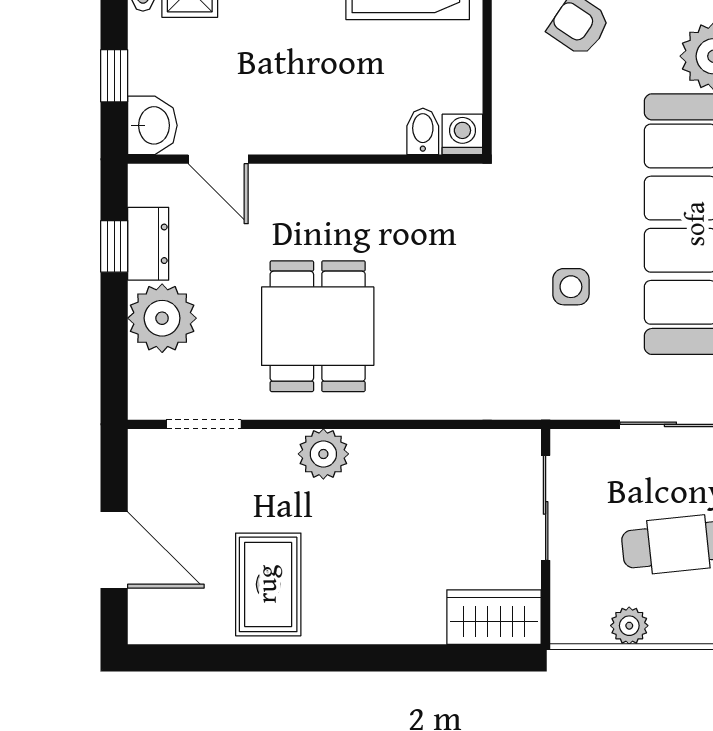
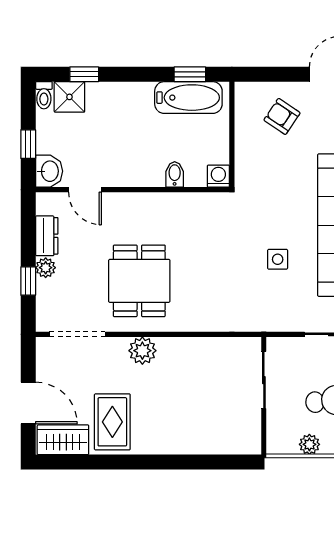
bidet: (423, 131) -> (175, 174), moved
window: (114, 246) -> (28, 281), moved
plant: (162, 318) -> (46, 268), width x0.53, depth x0.53
doorway: (204, 424) -> (77, 334), width x1.38
wardrobe: (494, 617) -> (63, 440), moved

